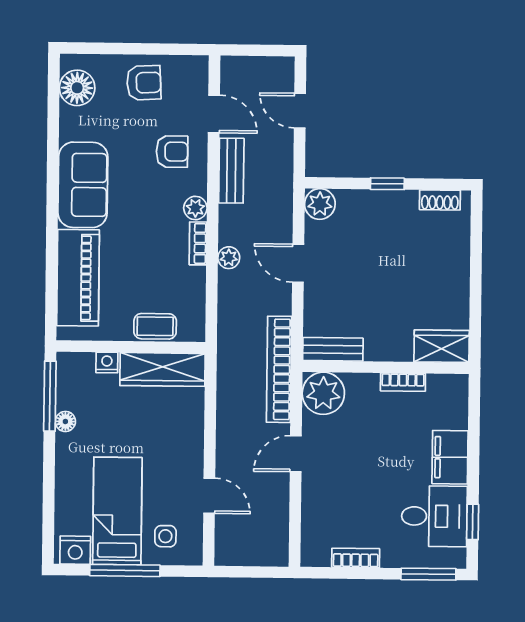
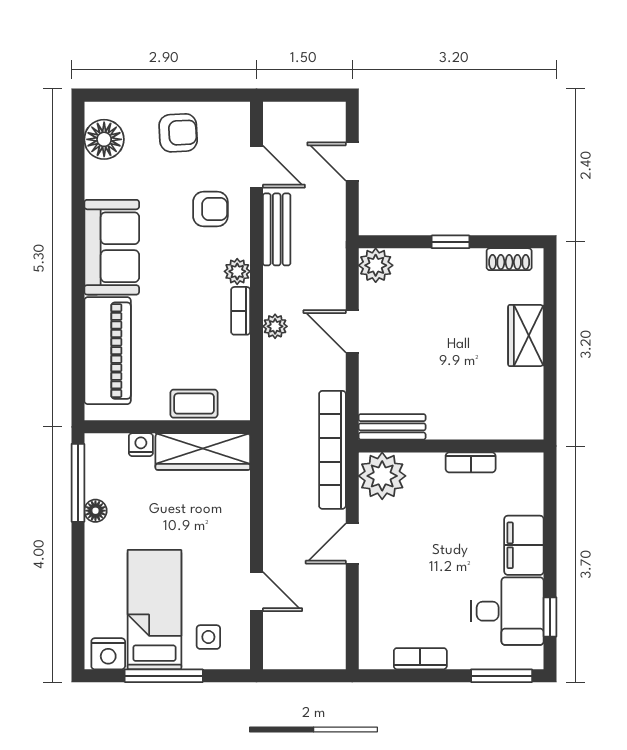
wardrobe: (442, 346) -> (526, 336), moved, turned -90

